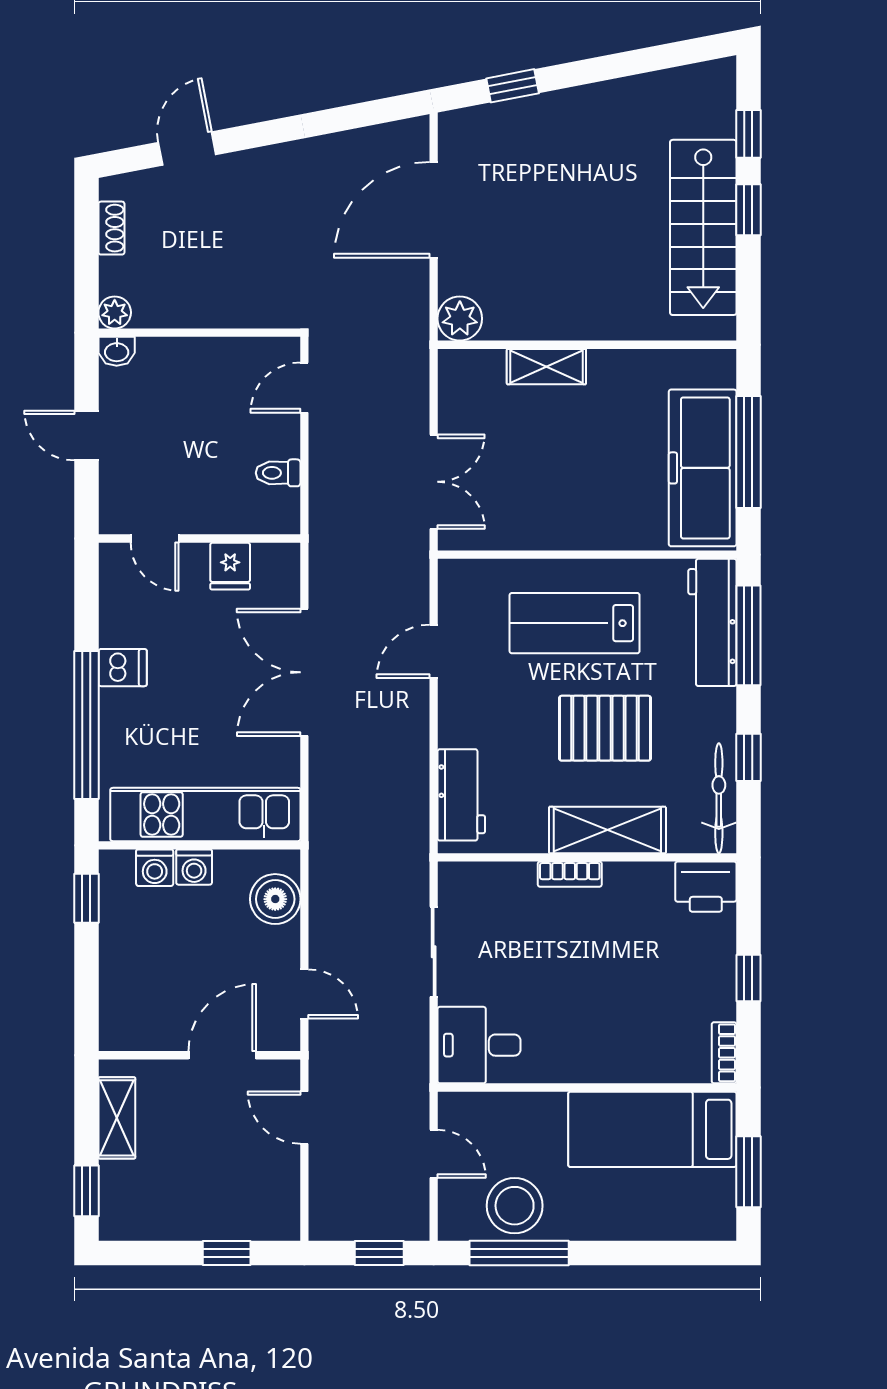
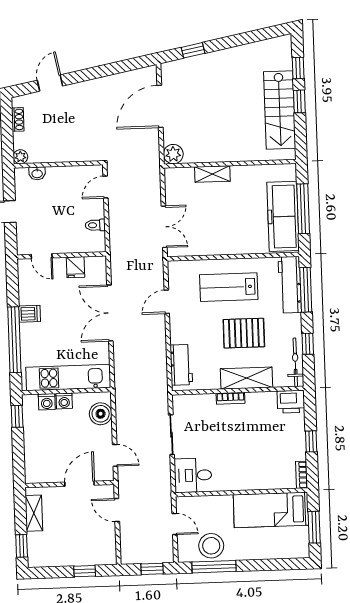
washbasin: (117, 351) -> (37, 173), moved

